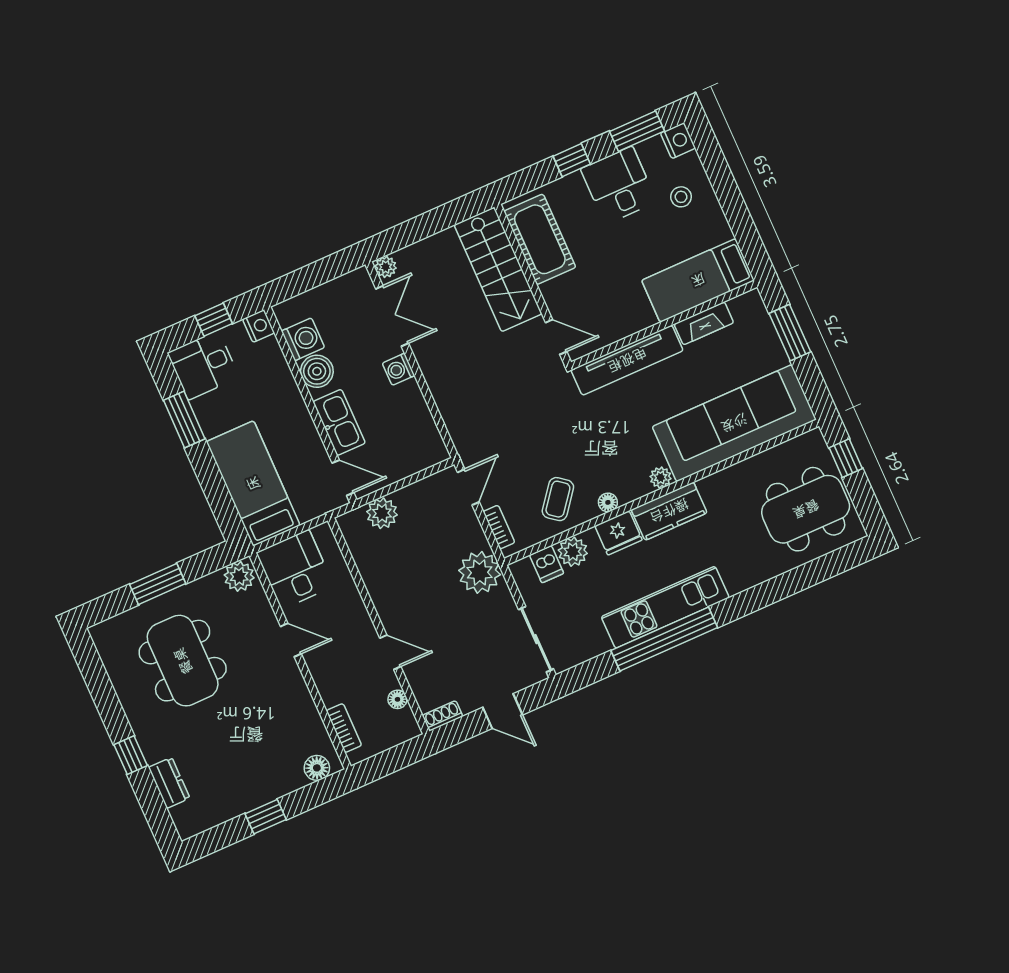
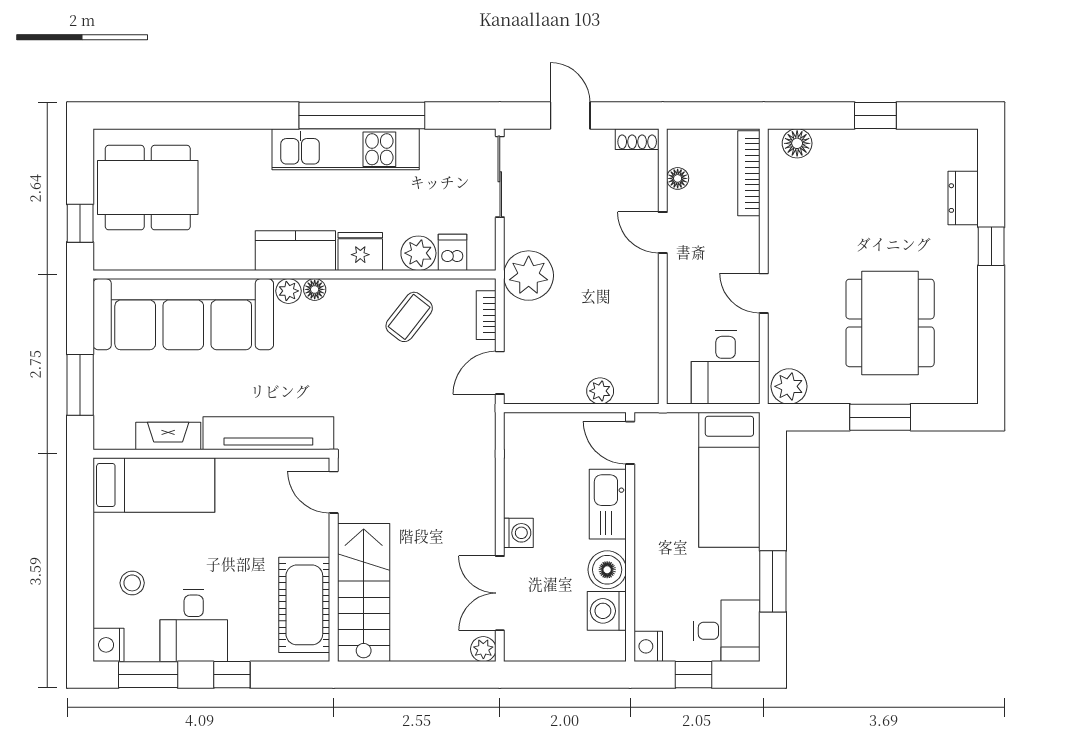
floor lamp: (608, 502) -> (315, 289), moved
plant: (382, 513) -> (600, 391), width x0.73, depth x0.73
bookcase: (344, 728) -> (749, 173), width x1.56

